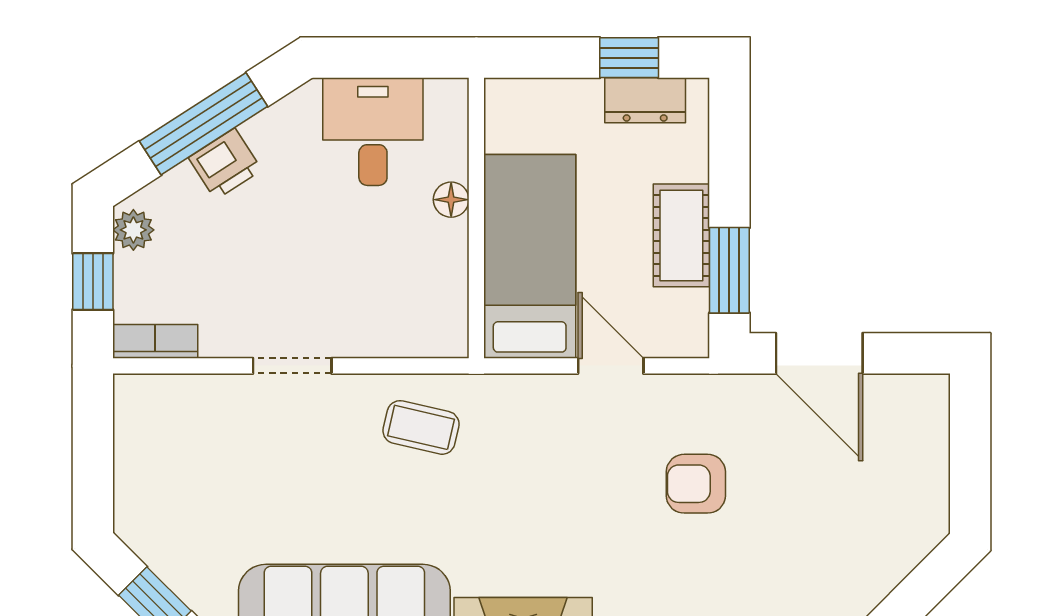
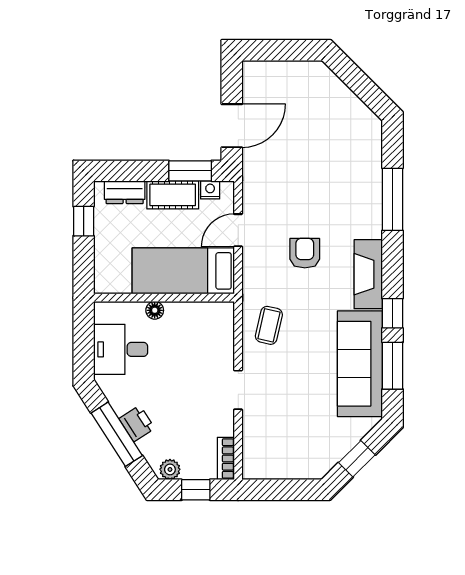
dresser: (645, 100) -> (125, 192), moved, turned 90
nightstand: (691, 310) -> (210, 190), added
armchair: (696, 484) -> (305, 253), moved, turned 180

